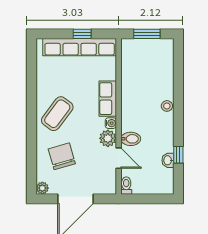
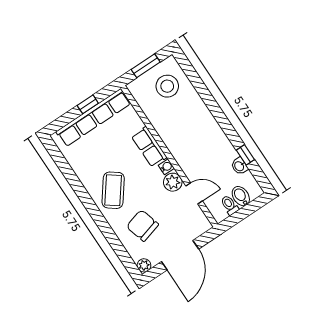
stool: (167, 106) -> (167, 86), moved, width x1.89, depth x1.89
bidet: (131, 139) -> (241, 196), moved, turned -90
toilet: (126, 186) -> (230, 205), moved

